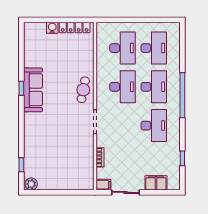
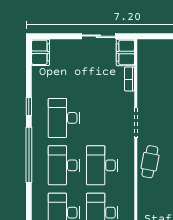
window: (182, 158) -> (29, 106), moved
filing cabinet: (156, 183) -> (41, 52), moved, turned -90
filing cabinet: (103, 185) -> (125, 52), width x2.00

